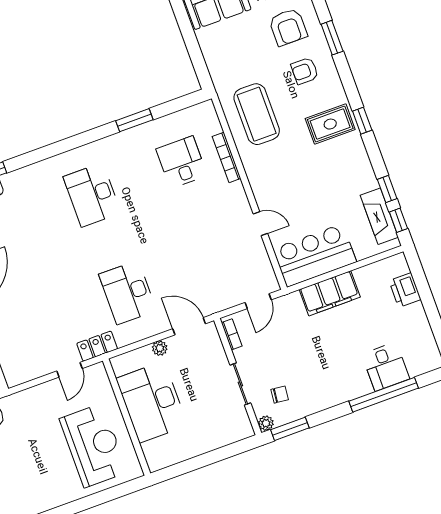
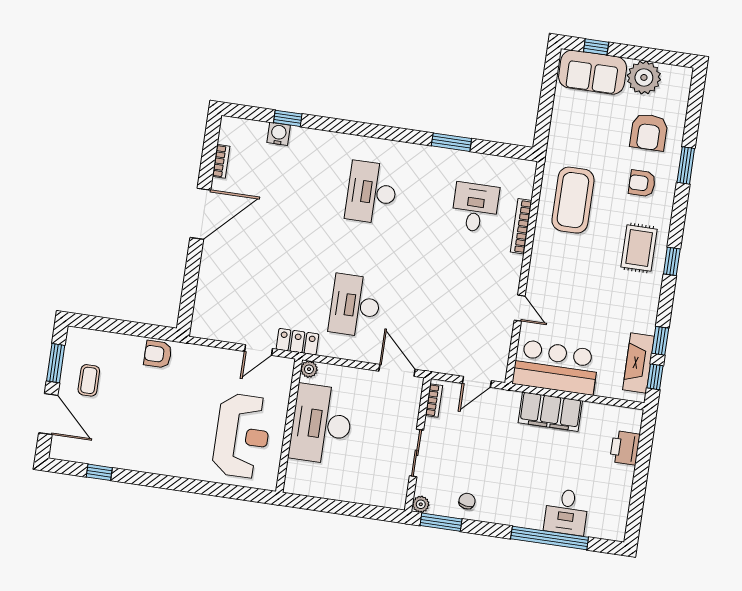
rug: (330, 124) -> (639, 248), turned 90
plant: (160, 348) -> (309, 369), moved
chair: (280, 395) -> (467, 501), moved, turned -86

